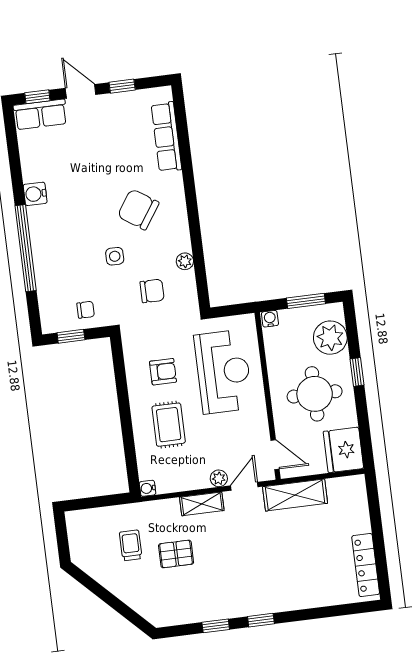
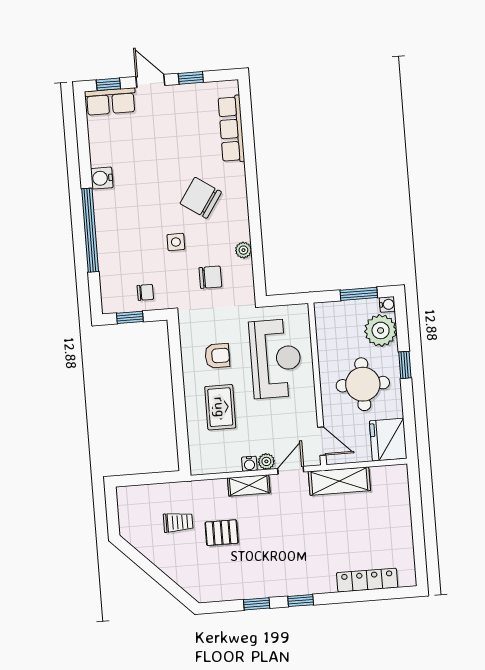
water cooler: (270, 319) -> (387, 304), moved, turned 90
water cooler: (148, 488) -> (249, 464), moved, turned -90
trolley: (131, 545) -> (178, 522), turned 90
locker: (366, 565) -> (367, 580), moved, turned 90

